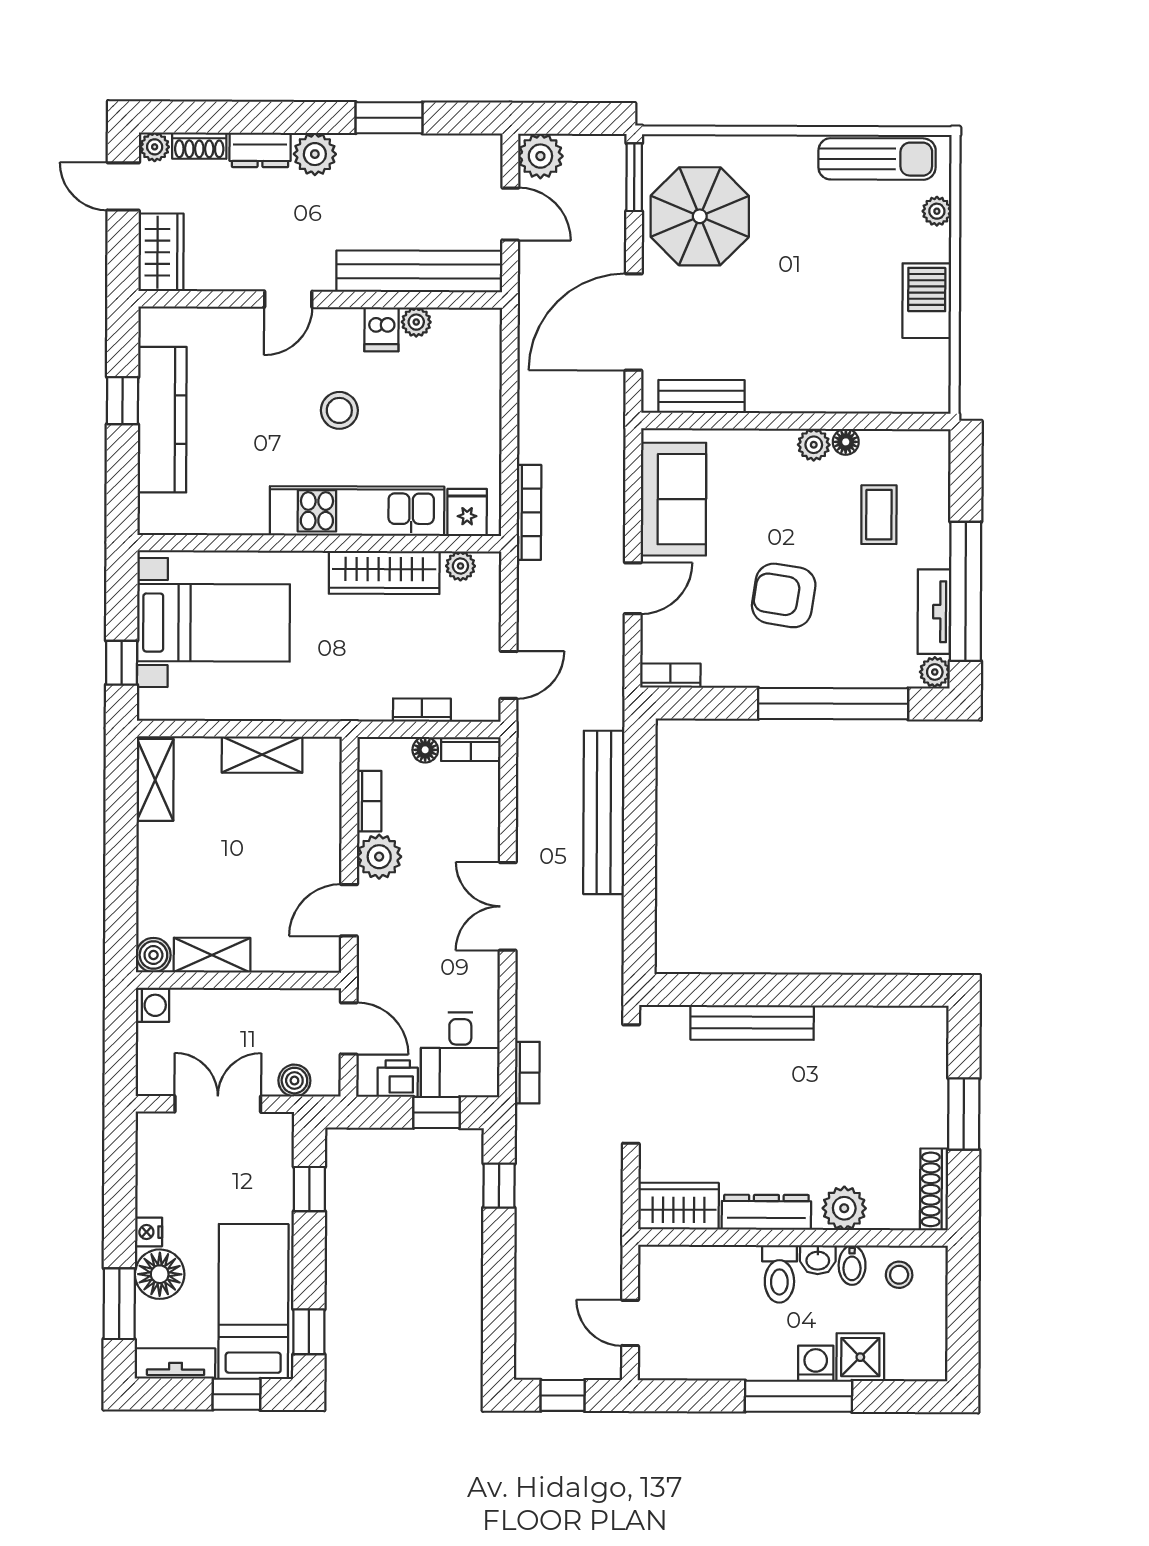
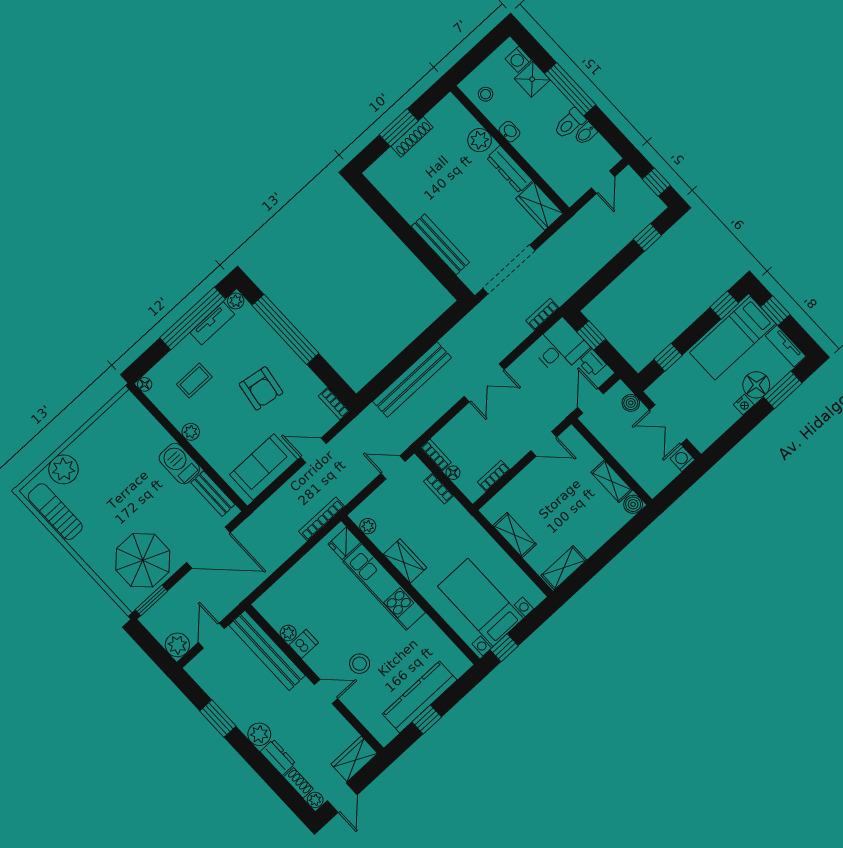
plant: (937, 211) -> (63, 469), width x1.87, depth x1.87
barbecue: (927, 301) -> (179, 464), moved, turned 90
stool: (339, 410) -> (360, 664), moved
floor lamp: (846, 442) -> (145, 384), moved
wardrobe: (384, 573) -> (405, 561), width x0.67
window: (122, 663) -> (504, 648), moved
plant: (379, 857) -> (512, 452), removed
washing machine: (152, 1005) -> (682, 459), moved
window: (499, 1186) -> (647, 237), moved
shoe rack: (934, 1189) -> (412, 137), moved
bidet: (852, 1265) -> (586, 134), moved, turned 180
toilet: (779, 1274) -> (570, 123), moved, turned 180
washing machine: (816, 1363) -> (518, 59), moved

